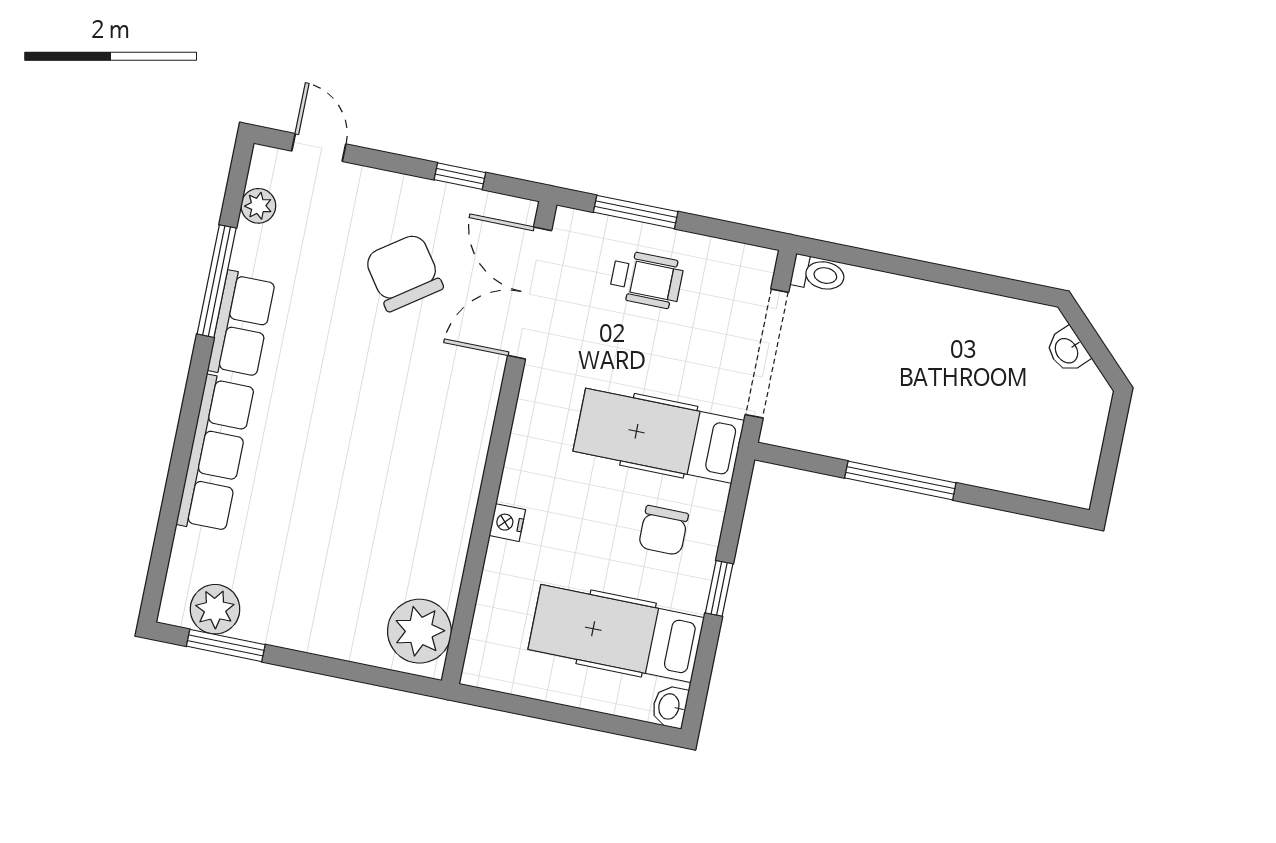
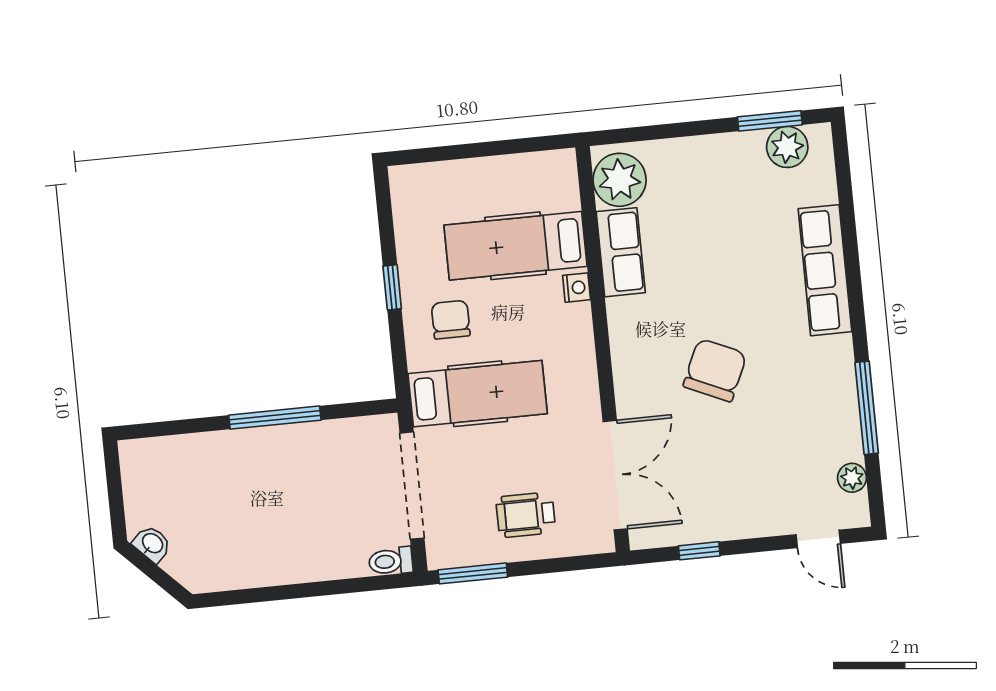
window: (636, 212) -> (473, 573), moved
chair: (404, 272) -> (715, 370), moved, turned -121
row of seats: (242, 325) -> (621, 252), moved, turned 180
washbasin: (1067, 350) -> (152, 544), moved
hospital bed: (616, 633) -> (516, 246), moved, turned 180
washbasin: (670, 707) -> (402, 181), removed

